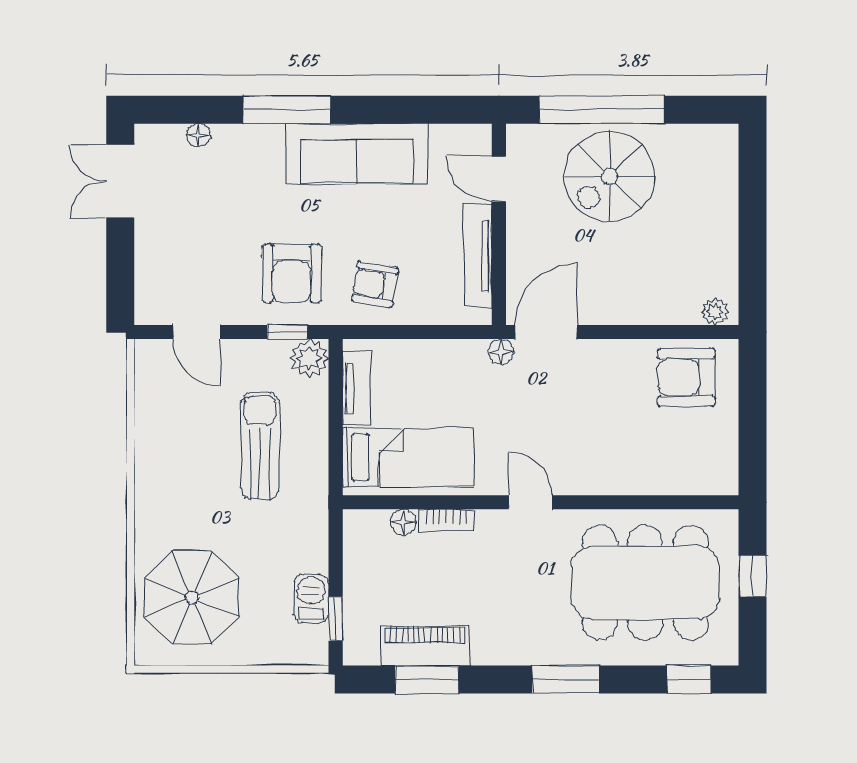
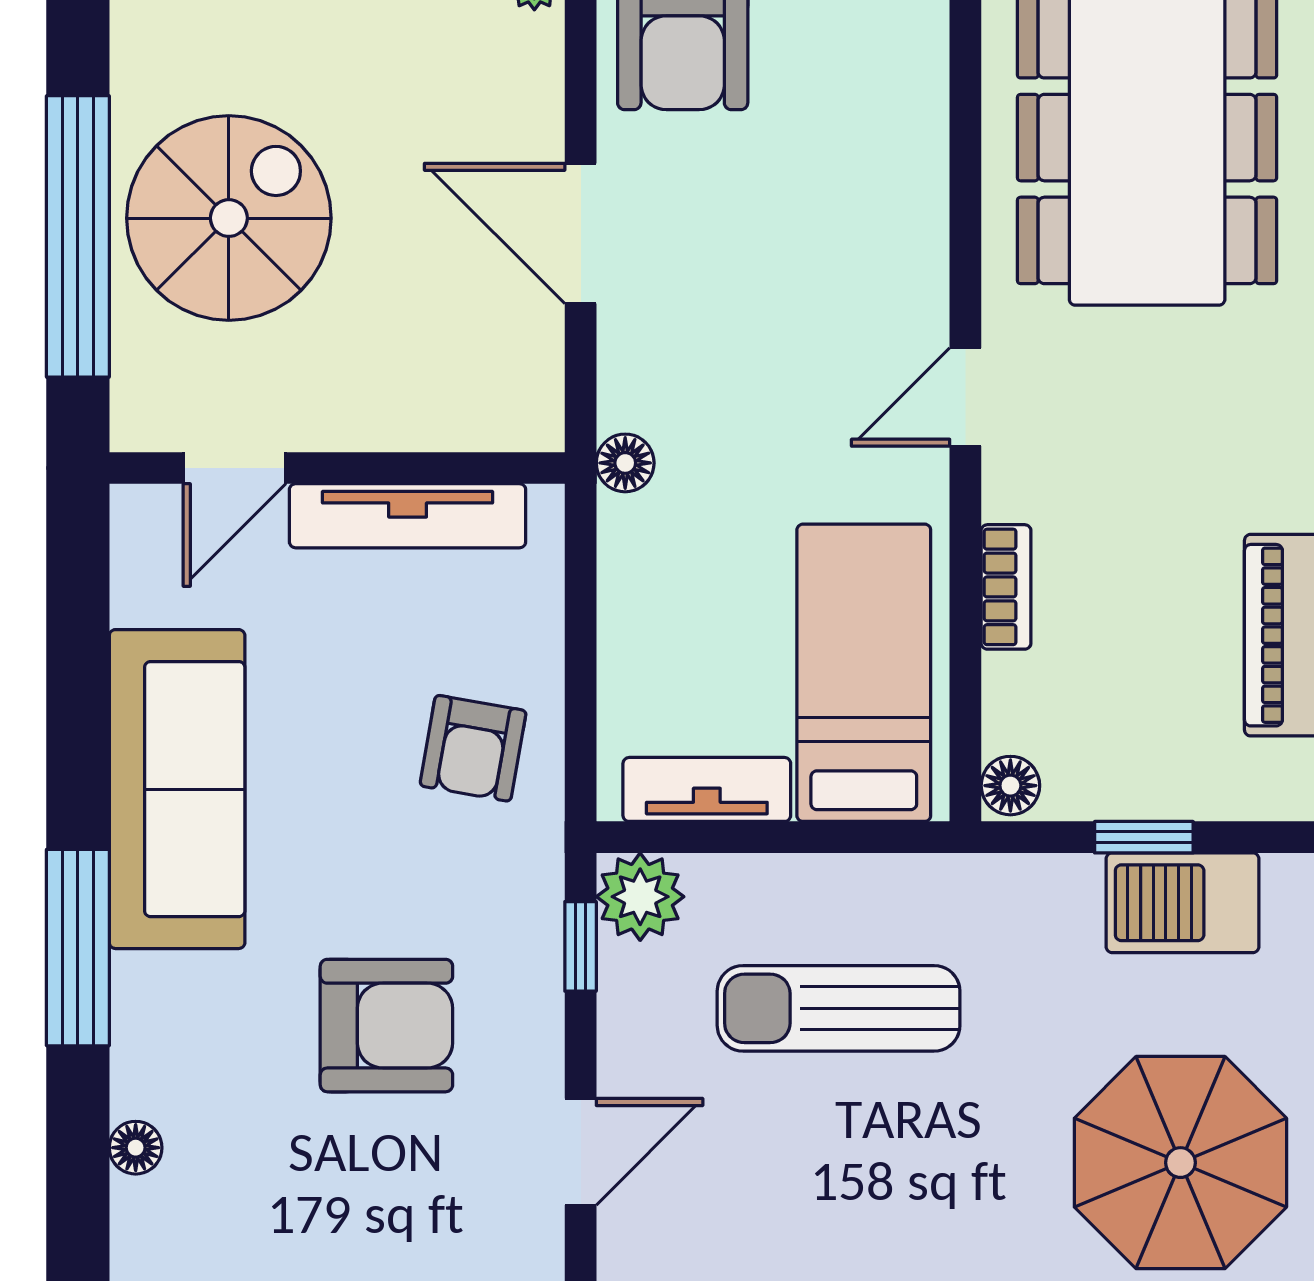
spiral stairs: (610, 176) -> (229, 218), turned -90
armchair: (292, 273) -> (386, 1026), moved
door: (546, 332) -> (581, 234), moved
floor lamp: (403, 522) -> (1010, 786), moved
barbecue: (311, 598) -> (1182, 903), width x1.38, depth x1.27
window: (336, 619) -> (1144, 837), moved

